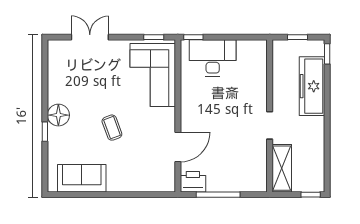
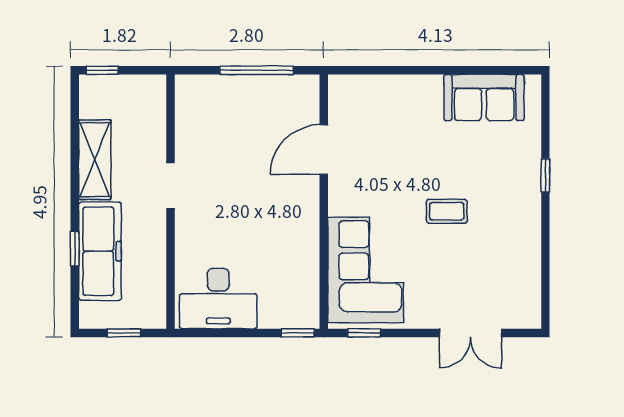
window: (327, 54) -> (75, 249), moved
desk: (213, 58) -> (218, 298), moved
floor lamp: (58, 115) -> (523, 203), removed
coffee table: (112, 128) -> (447, 211), moved, turned -70
shelving: (282, 168) -> (95, 160), moved
printer: (193, 182) -> (299, 92), removed

